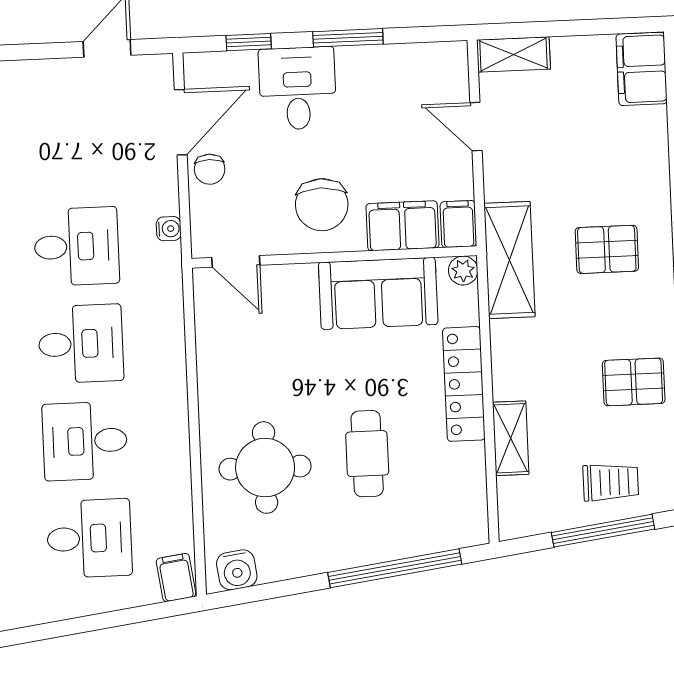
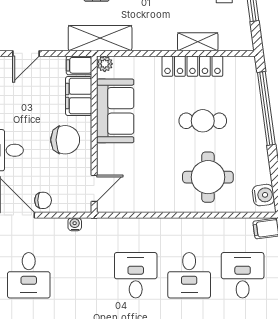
desk: (76, 246) -> (29, 275), moved, turned 180
locker: (464, 384) -> (192, 66), moved

